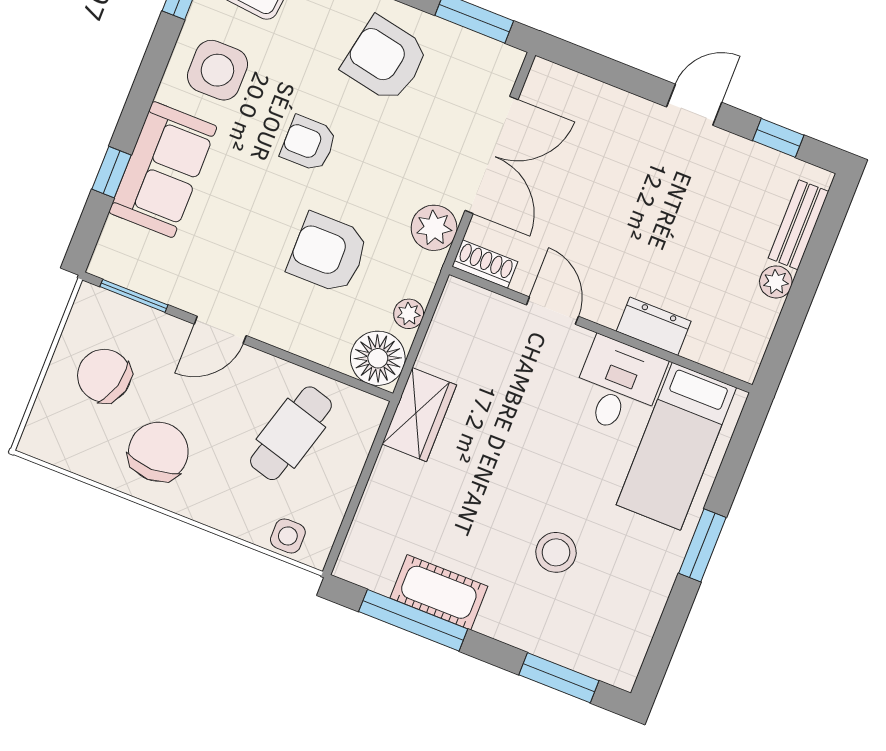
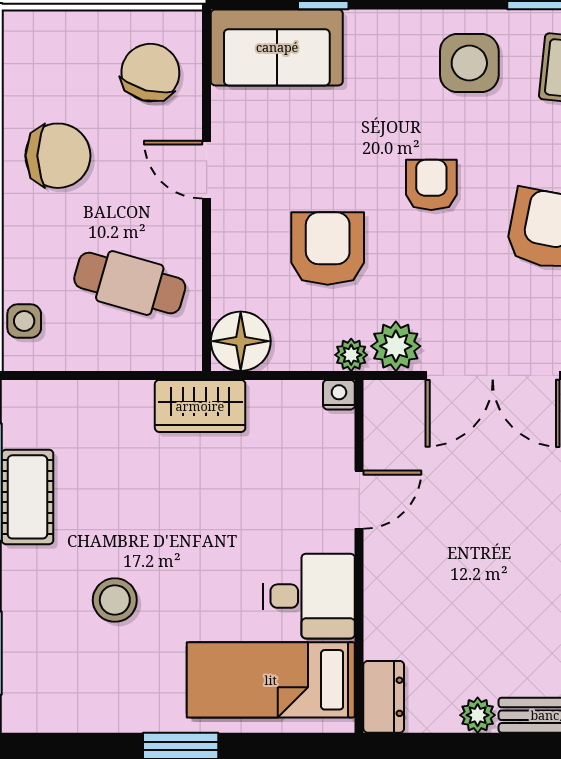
sofa: (163, 170) -> (277, 47), moved
shoe rack: (485, 264) -> (379, 412), removed
nightstand: (456, 293) -> (339, 395), added
window: (134, 296) -> (207, 68), removed
plant: (409, 314) -> (351, 355), moved
dresser: (654, 326) -> (384, 697), moved
chair: (104, 376) -> (150, 73), moved

